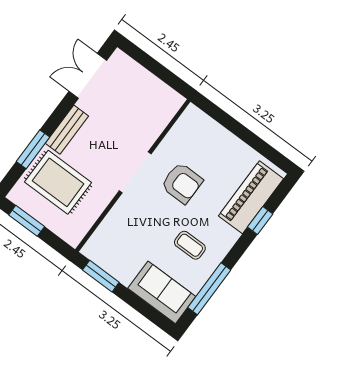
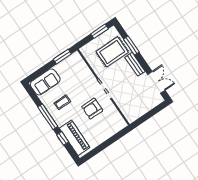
window: (209, 289) -> (48, 117), moved

